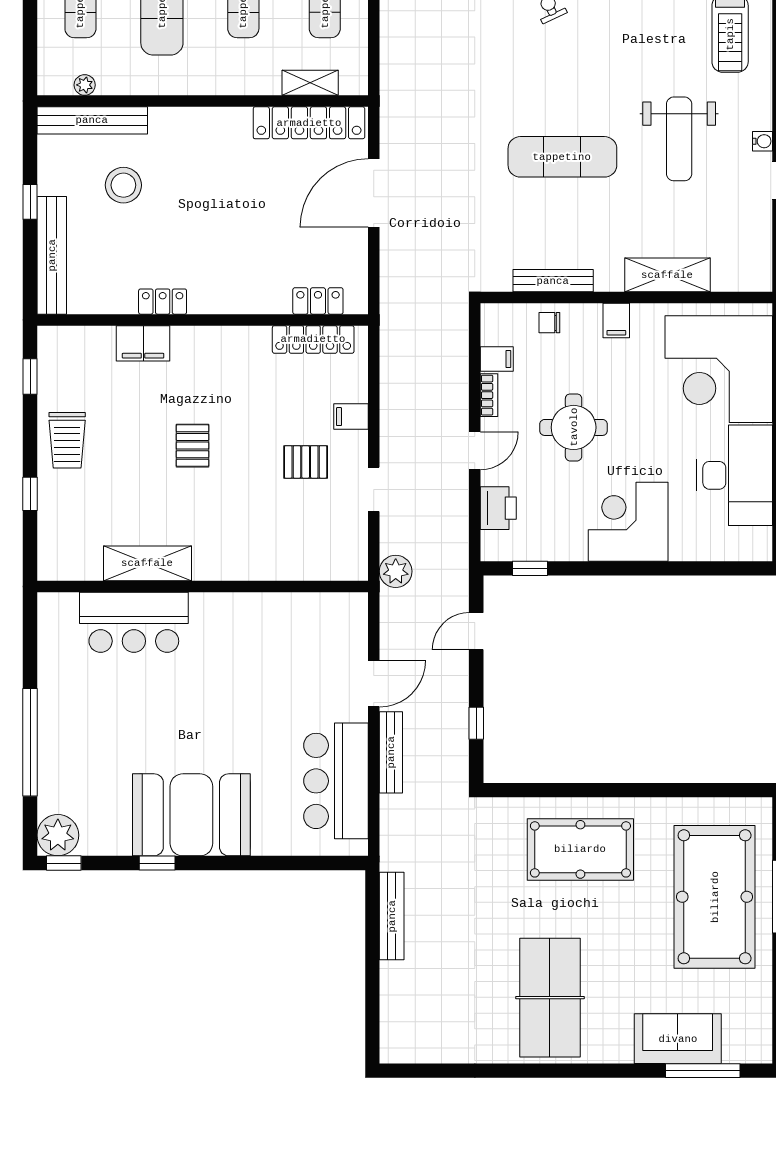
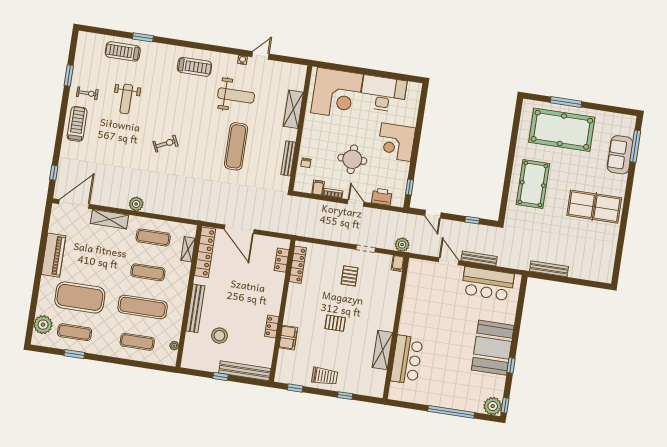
bench: (92, 120) -> (195, 308), moved
filing cabinet: (616, 321) -> (309, 134), removed
filing cabinet: (351, 417) -> (398, 263), moved

